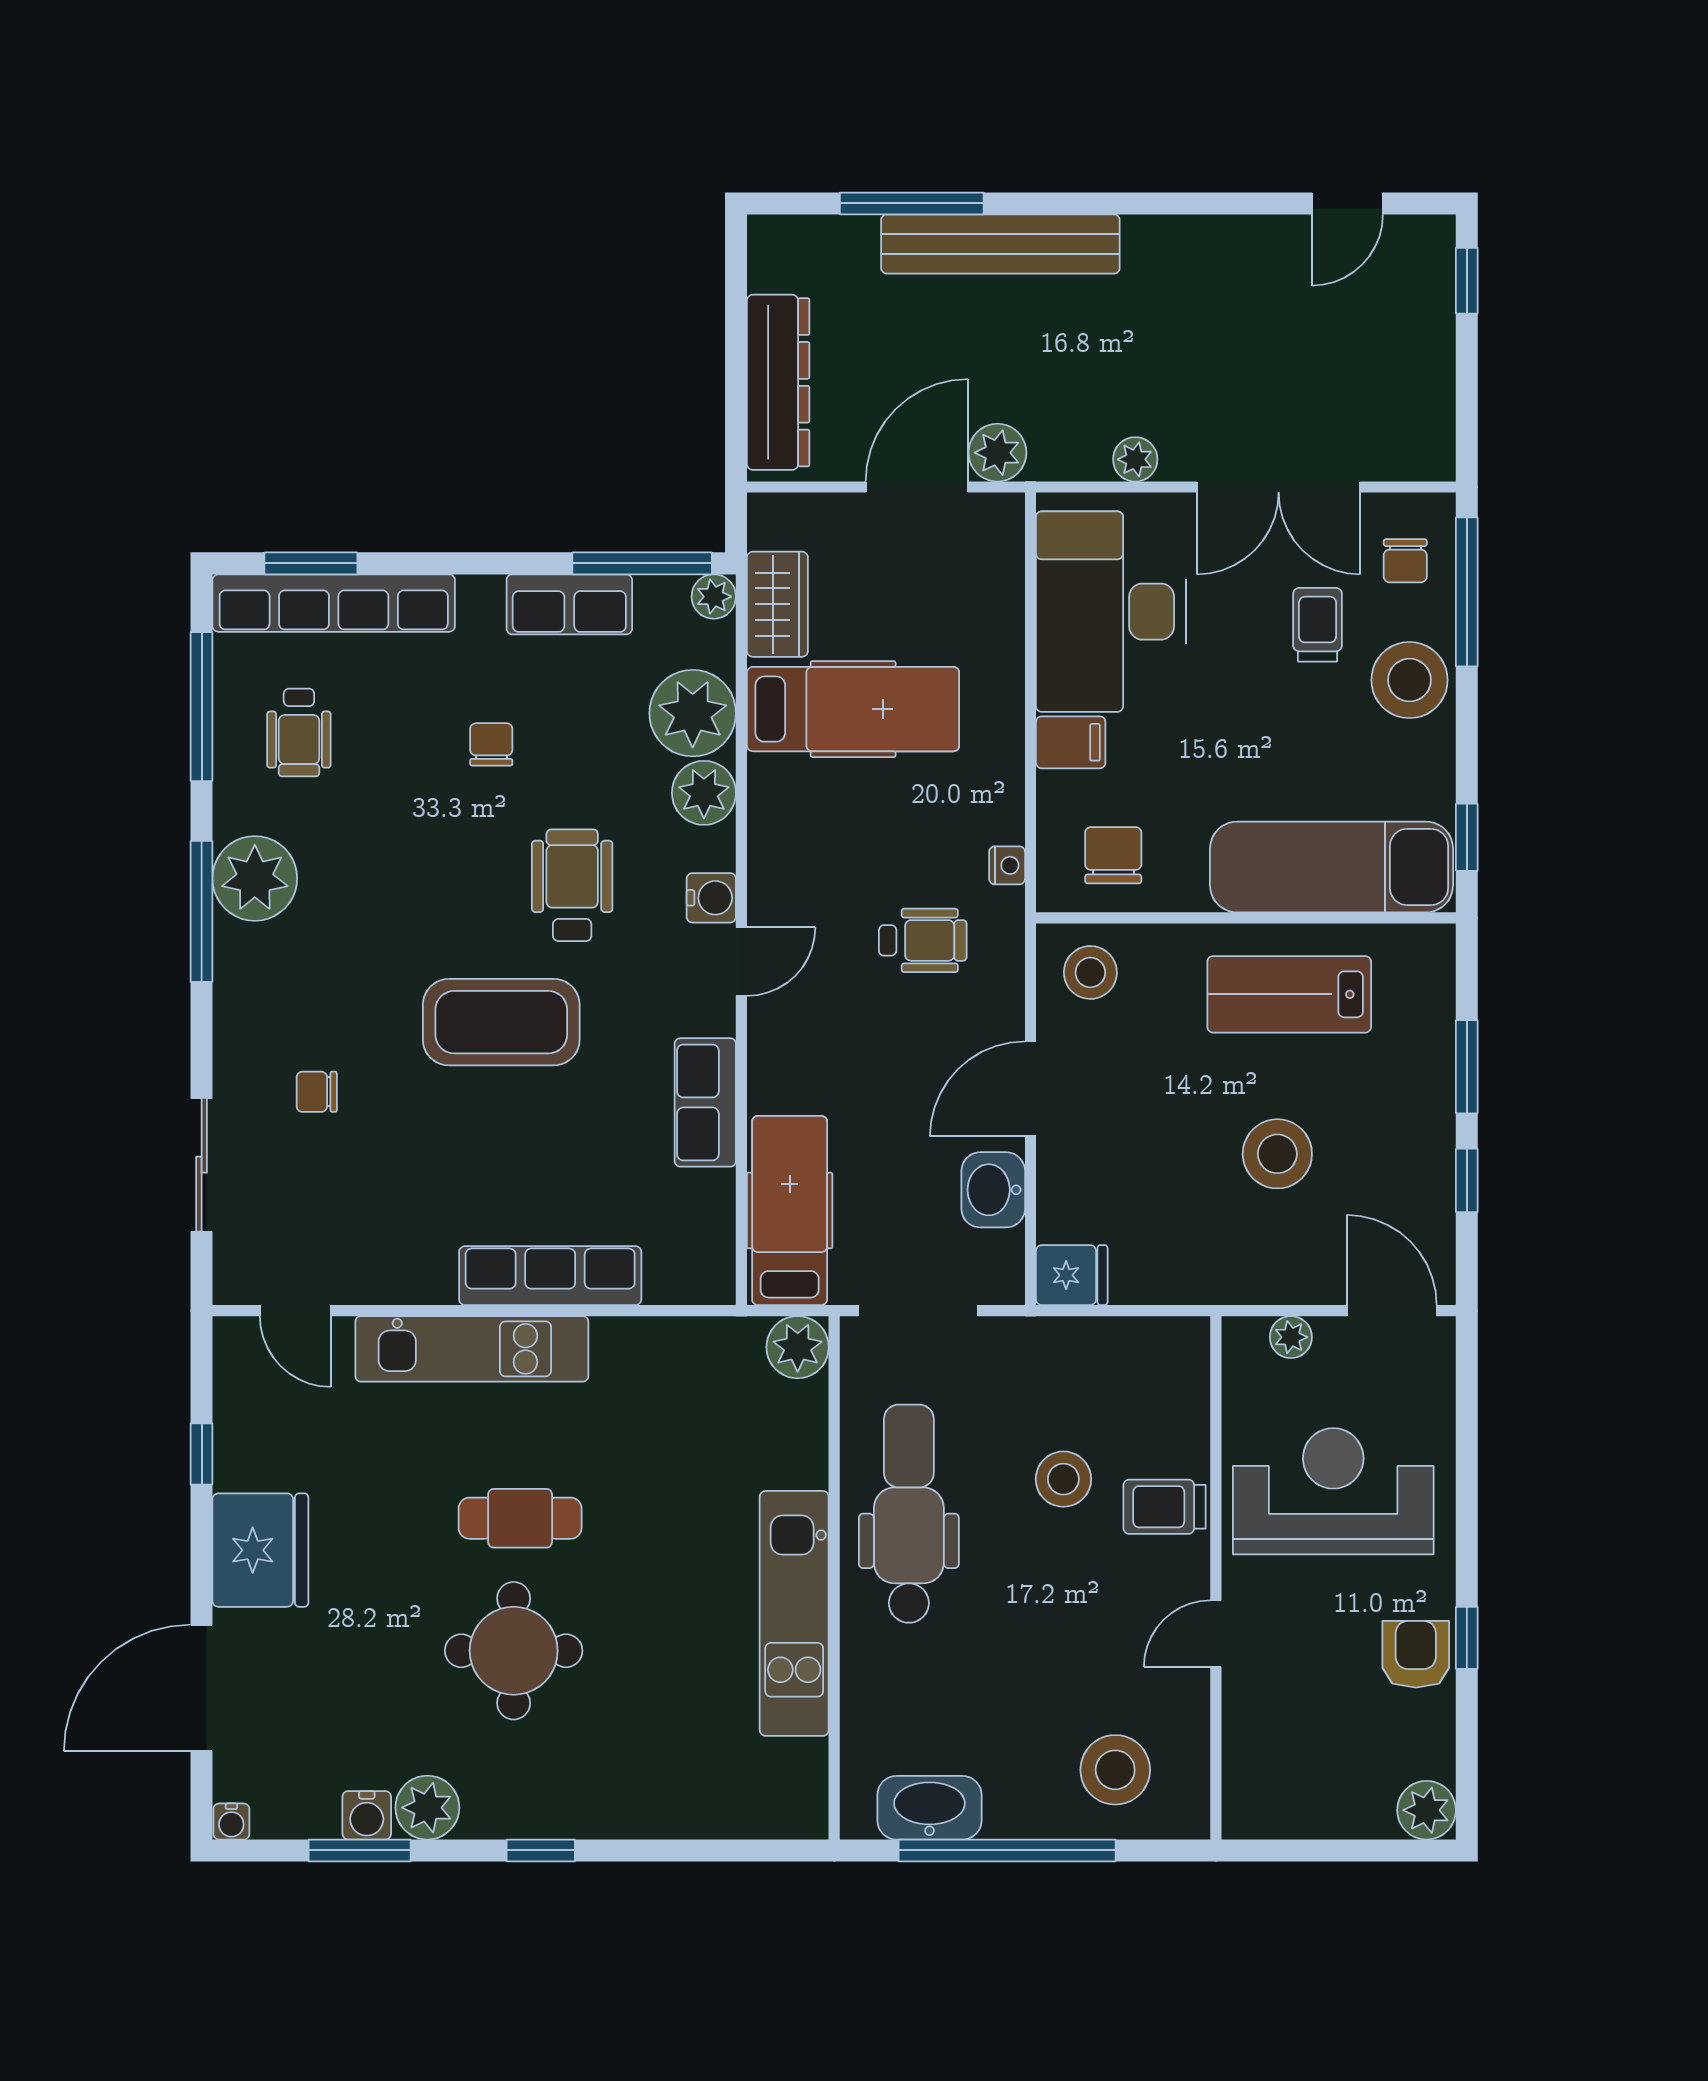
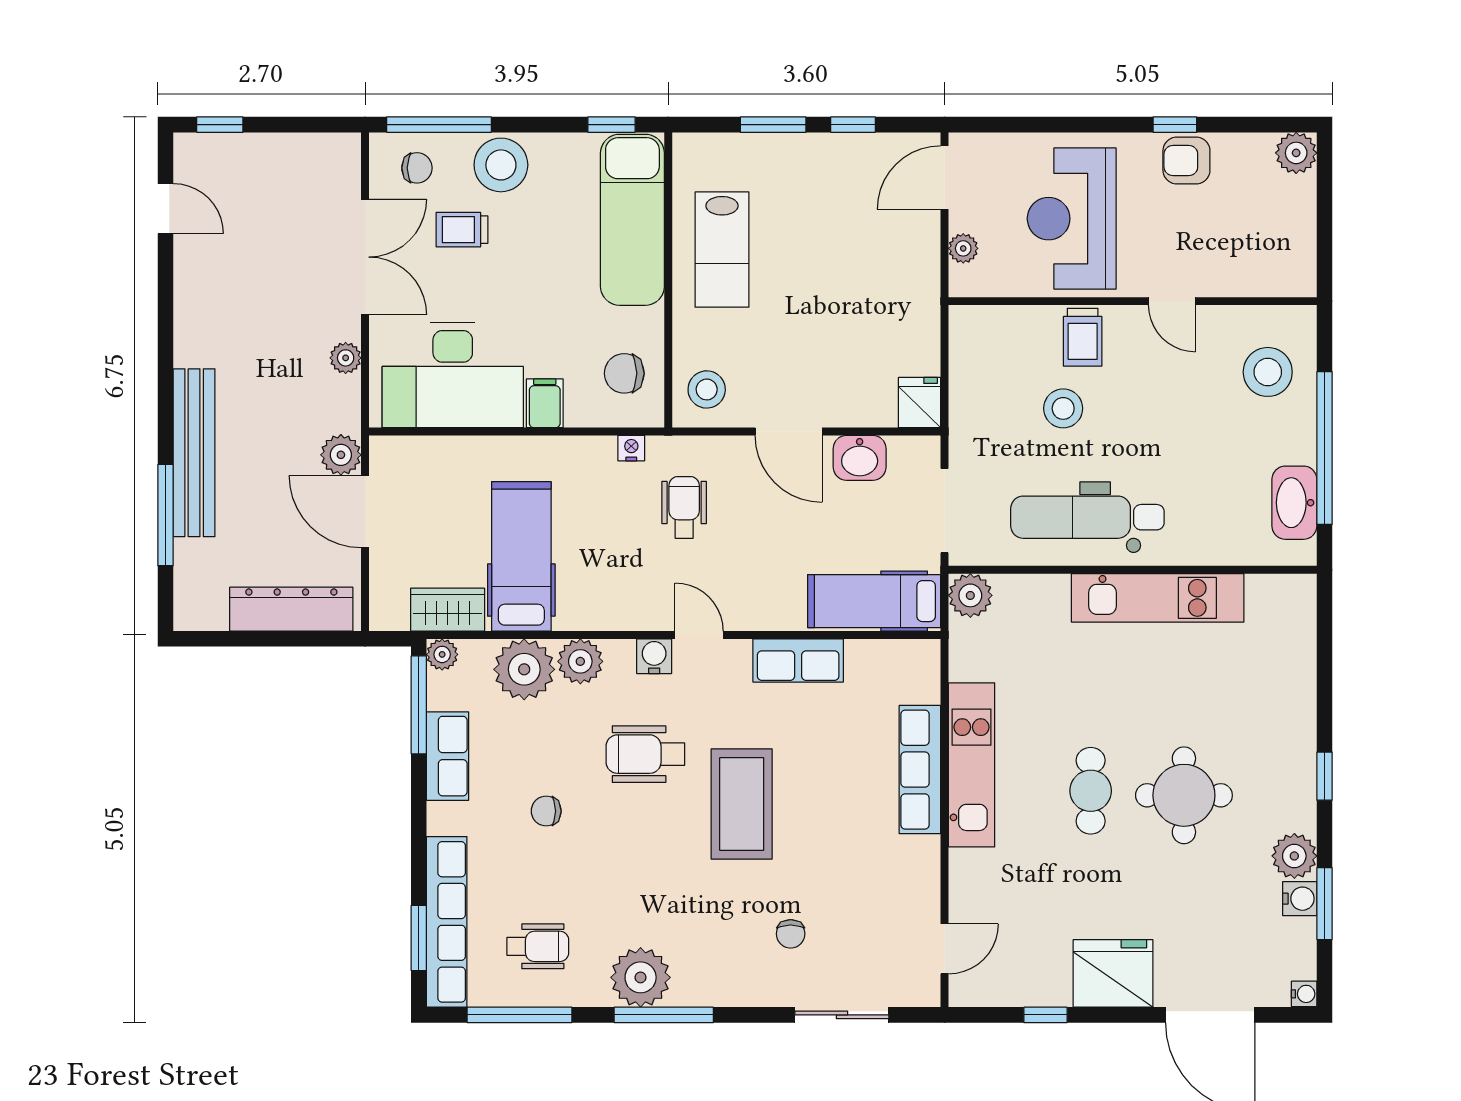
stool: (1277, 1154) -> (834, 258), removed
kitchen unit: (472, 1349) -> (972, 765), moved

